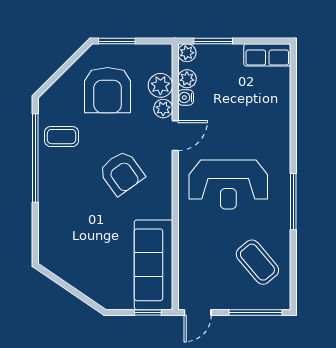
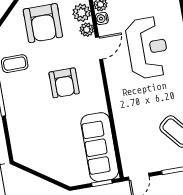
armchair: (122, 173) -> (64, 83), turned 36
reception desk: (228, 184) -> (147, 48), moved, turned -90

